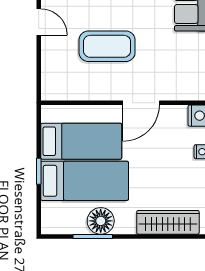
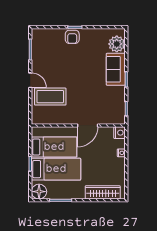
coffee table: (107, 46) -> (50, 97), moved
floor lamp: (101, 221) -> (39, 192), moved

